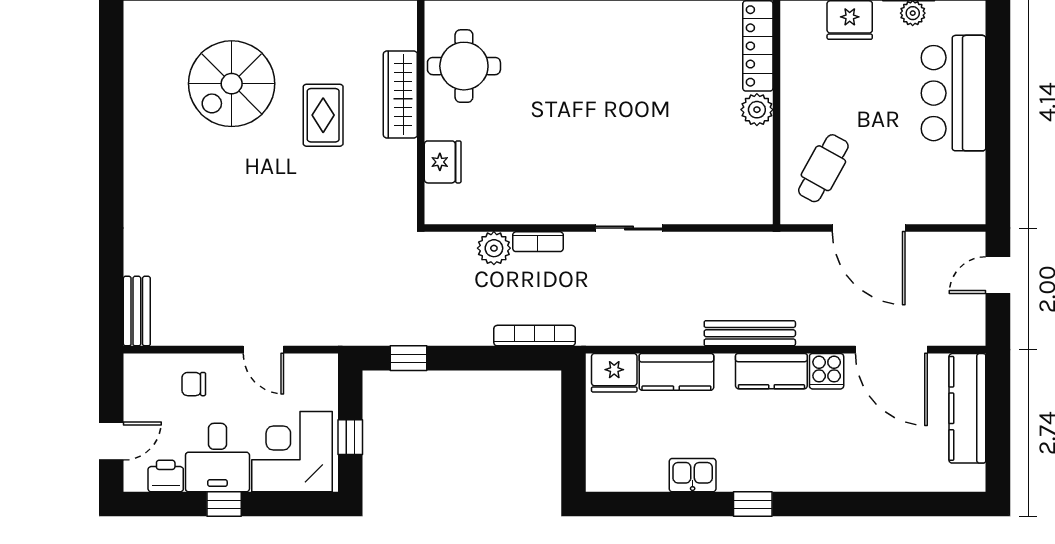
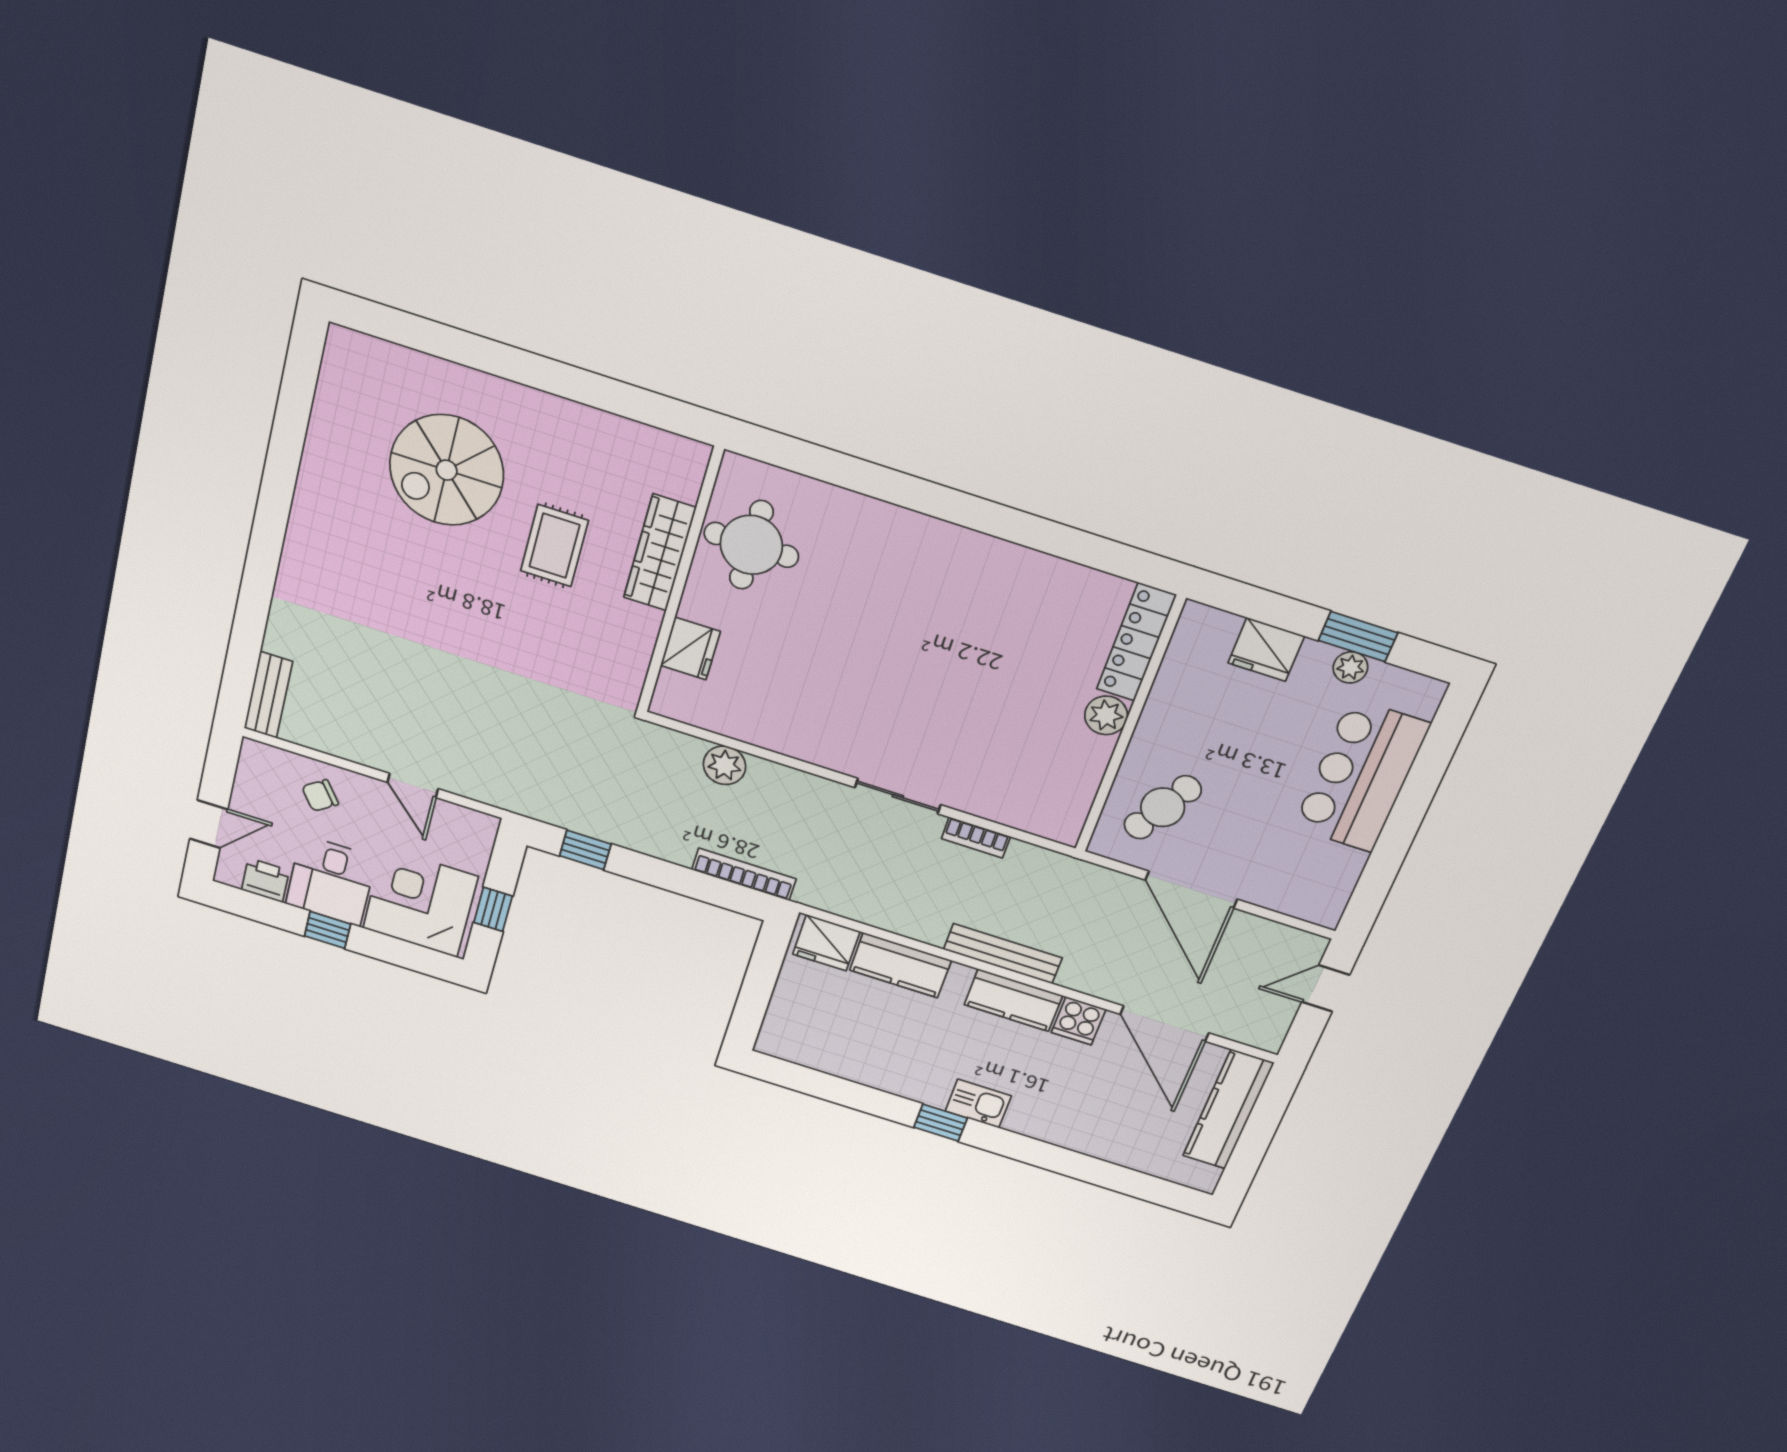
bookcase: (538, 242) -> (976, 838), moved
chair: (194, 384) -> (320, 795), turned -36
kitchen sink: (693, 475) -> (978, 1104), moved

